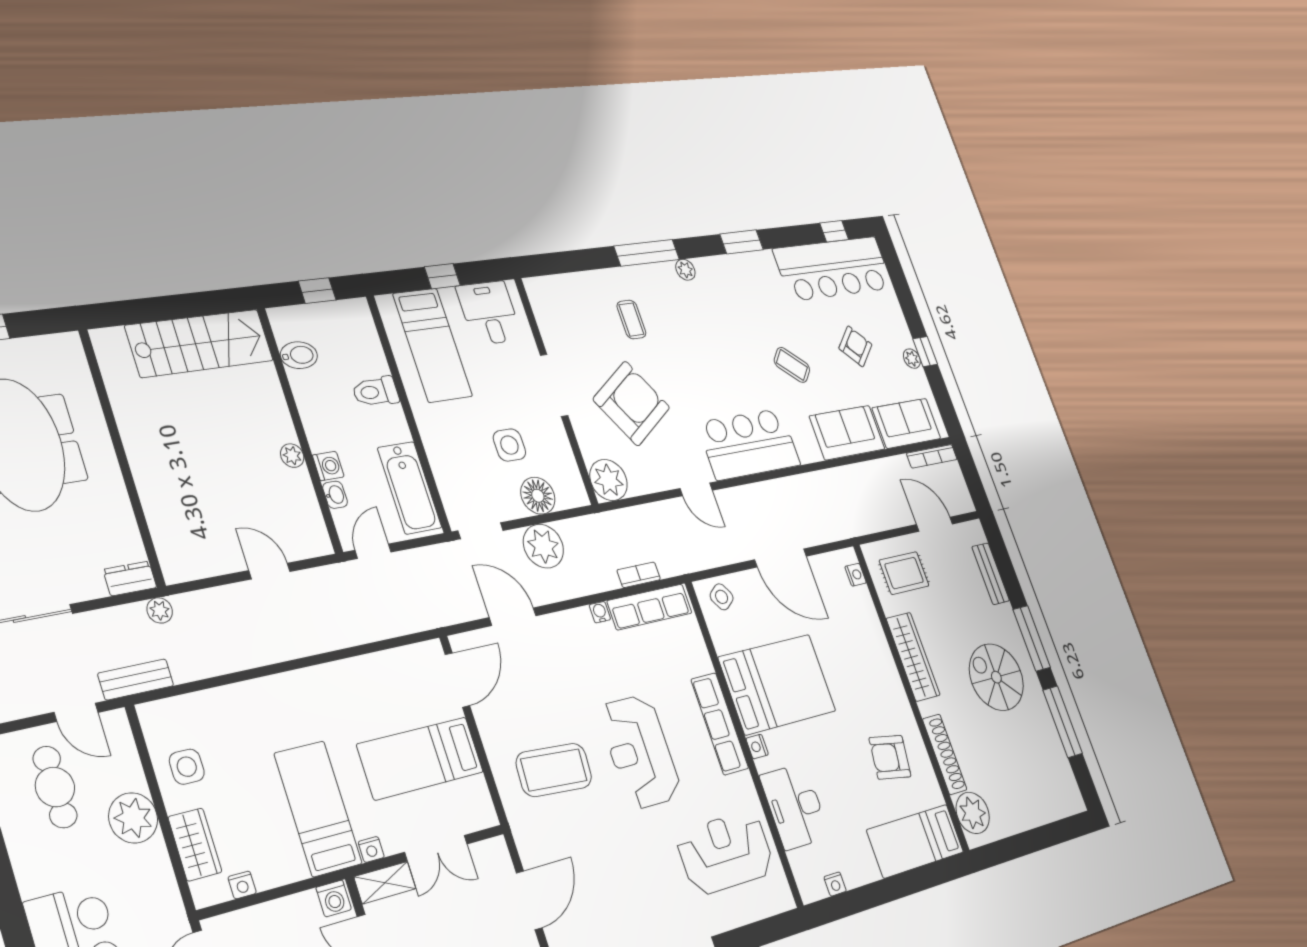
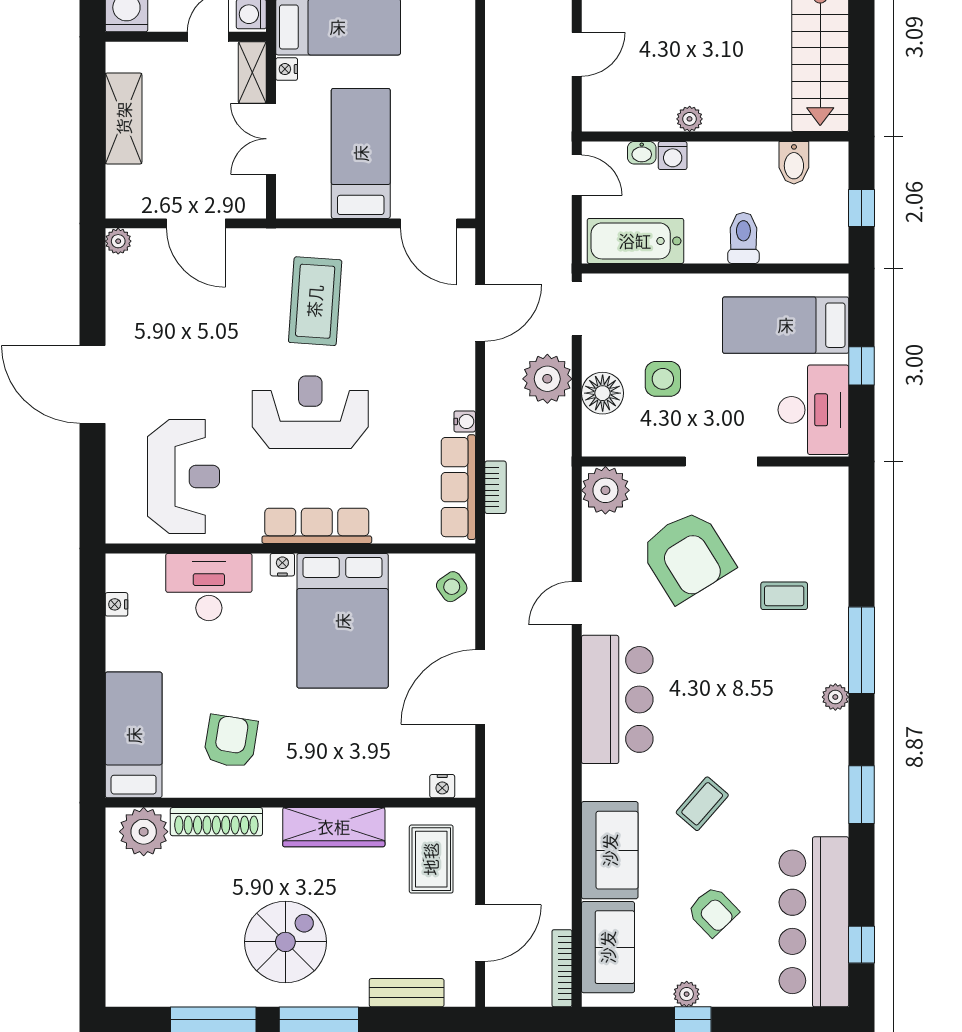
desk: (489, 313) -> (813, 410), width x1.37

